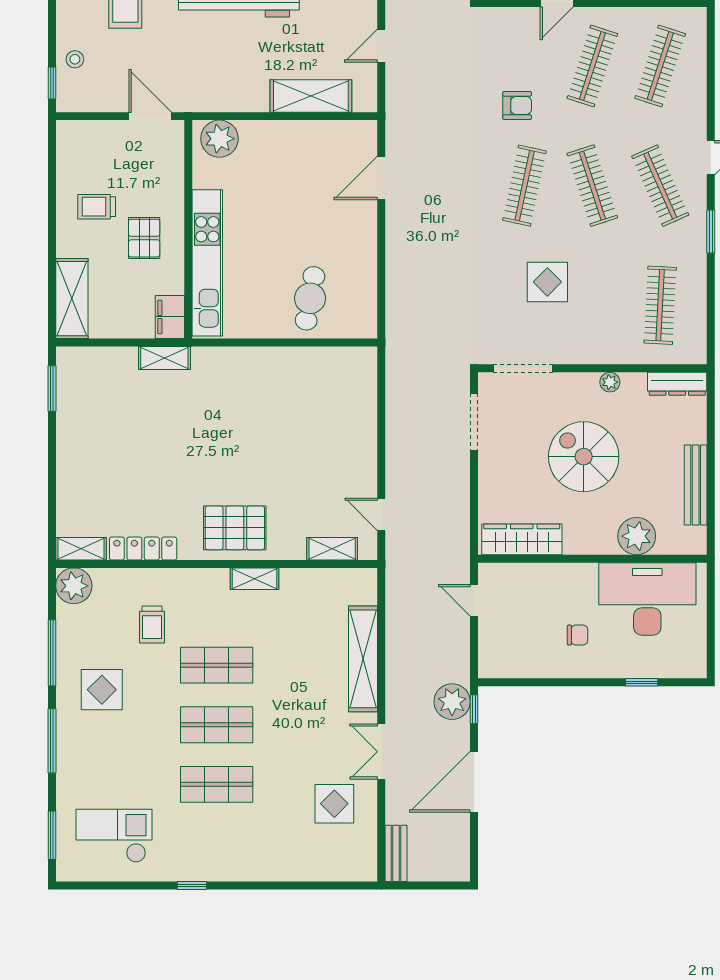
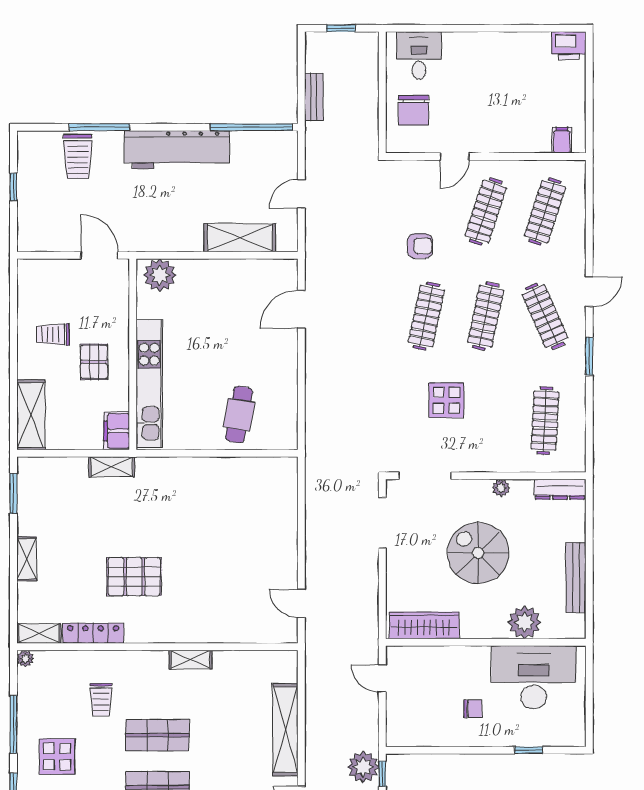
stool: (75, 59) -> (34, 206), removed
window: (52, 83) -> (13, 187), moved
clothes rail: (592, 186) -> (486, 316), turned 30
pallet: (235, 528) -> (134, 577), moved
shelving: (332, 549) -> (27, 559), moved, turned 90
plant: (74, 586) -> (25, 658), width x0.53, depth x0.53

